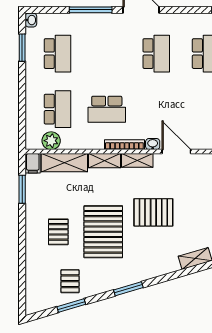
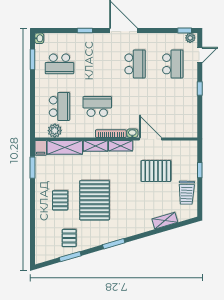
window: (91, 10) -> (85, 31), width x0.46
school desk: (57, 54) -> (59, 64), turned 90
school desk: (107, 109) -> (97, 106), turned 180
pallet: (153, 212) -> (156, 171), moved

